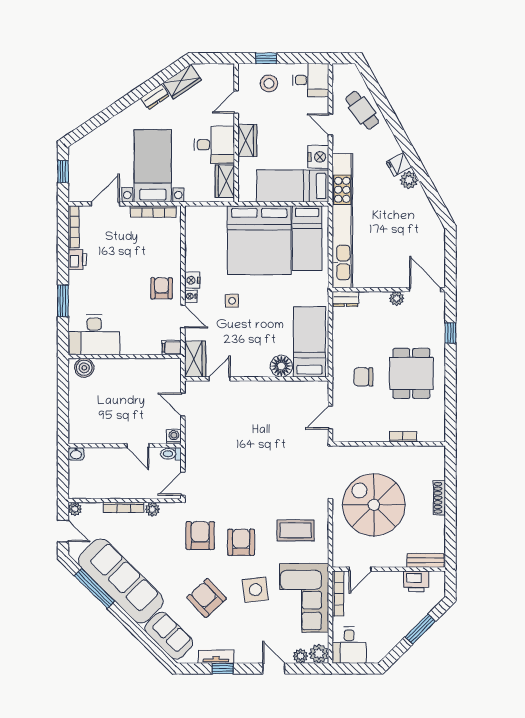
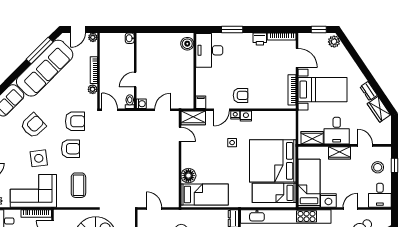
plant: (81, 149) -> (334, 42), added

